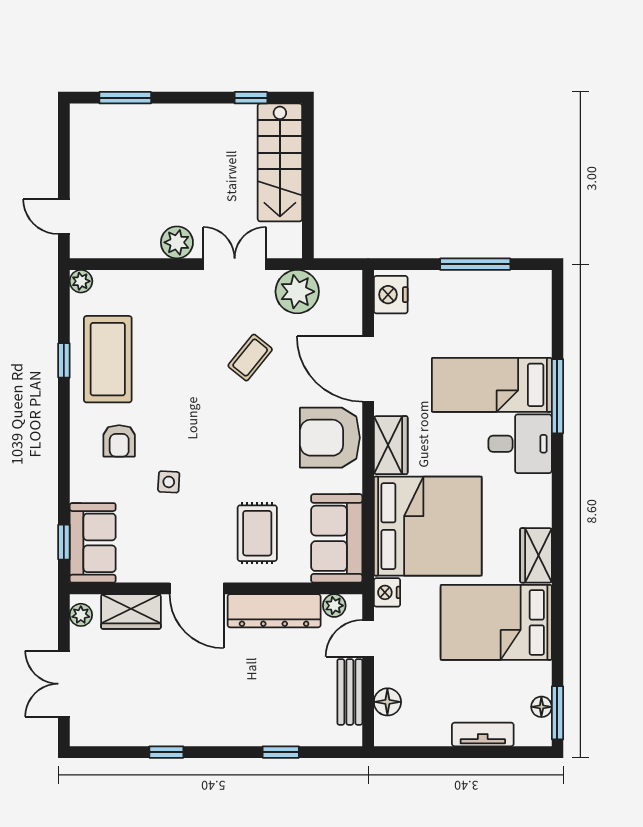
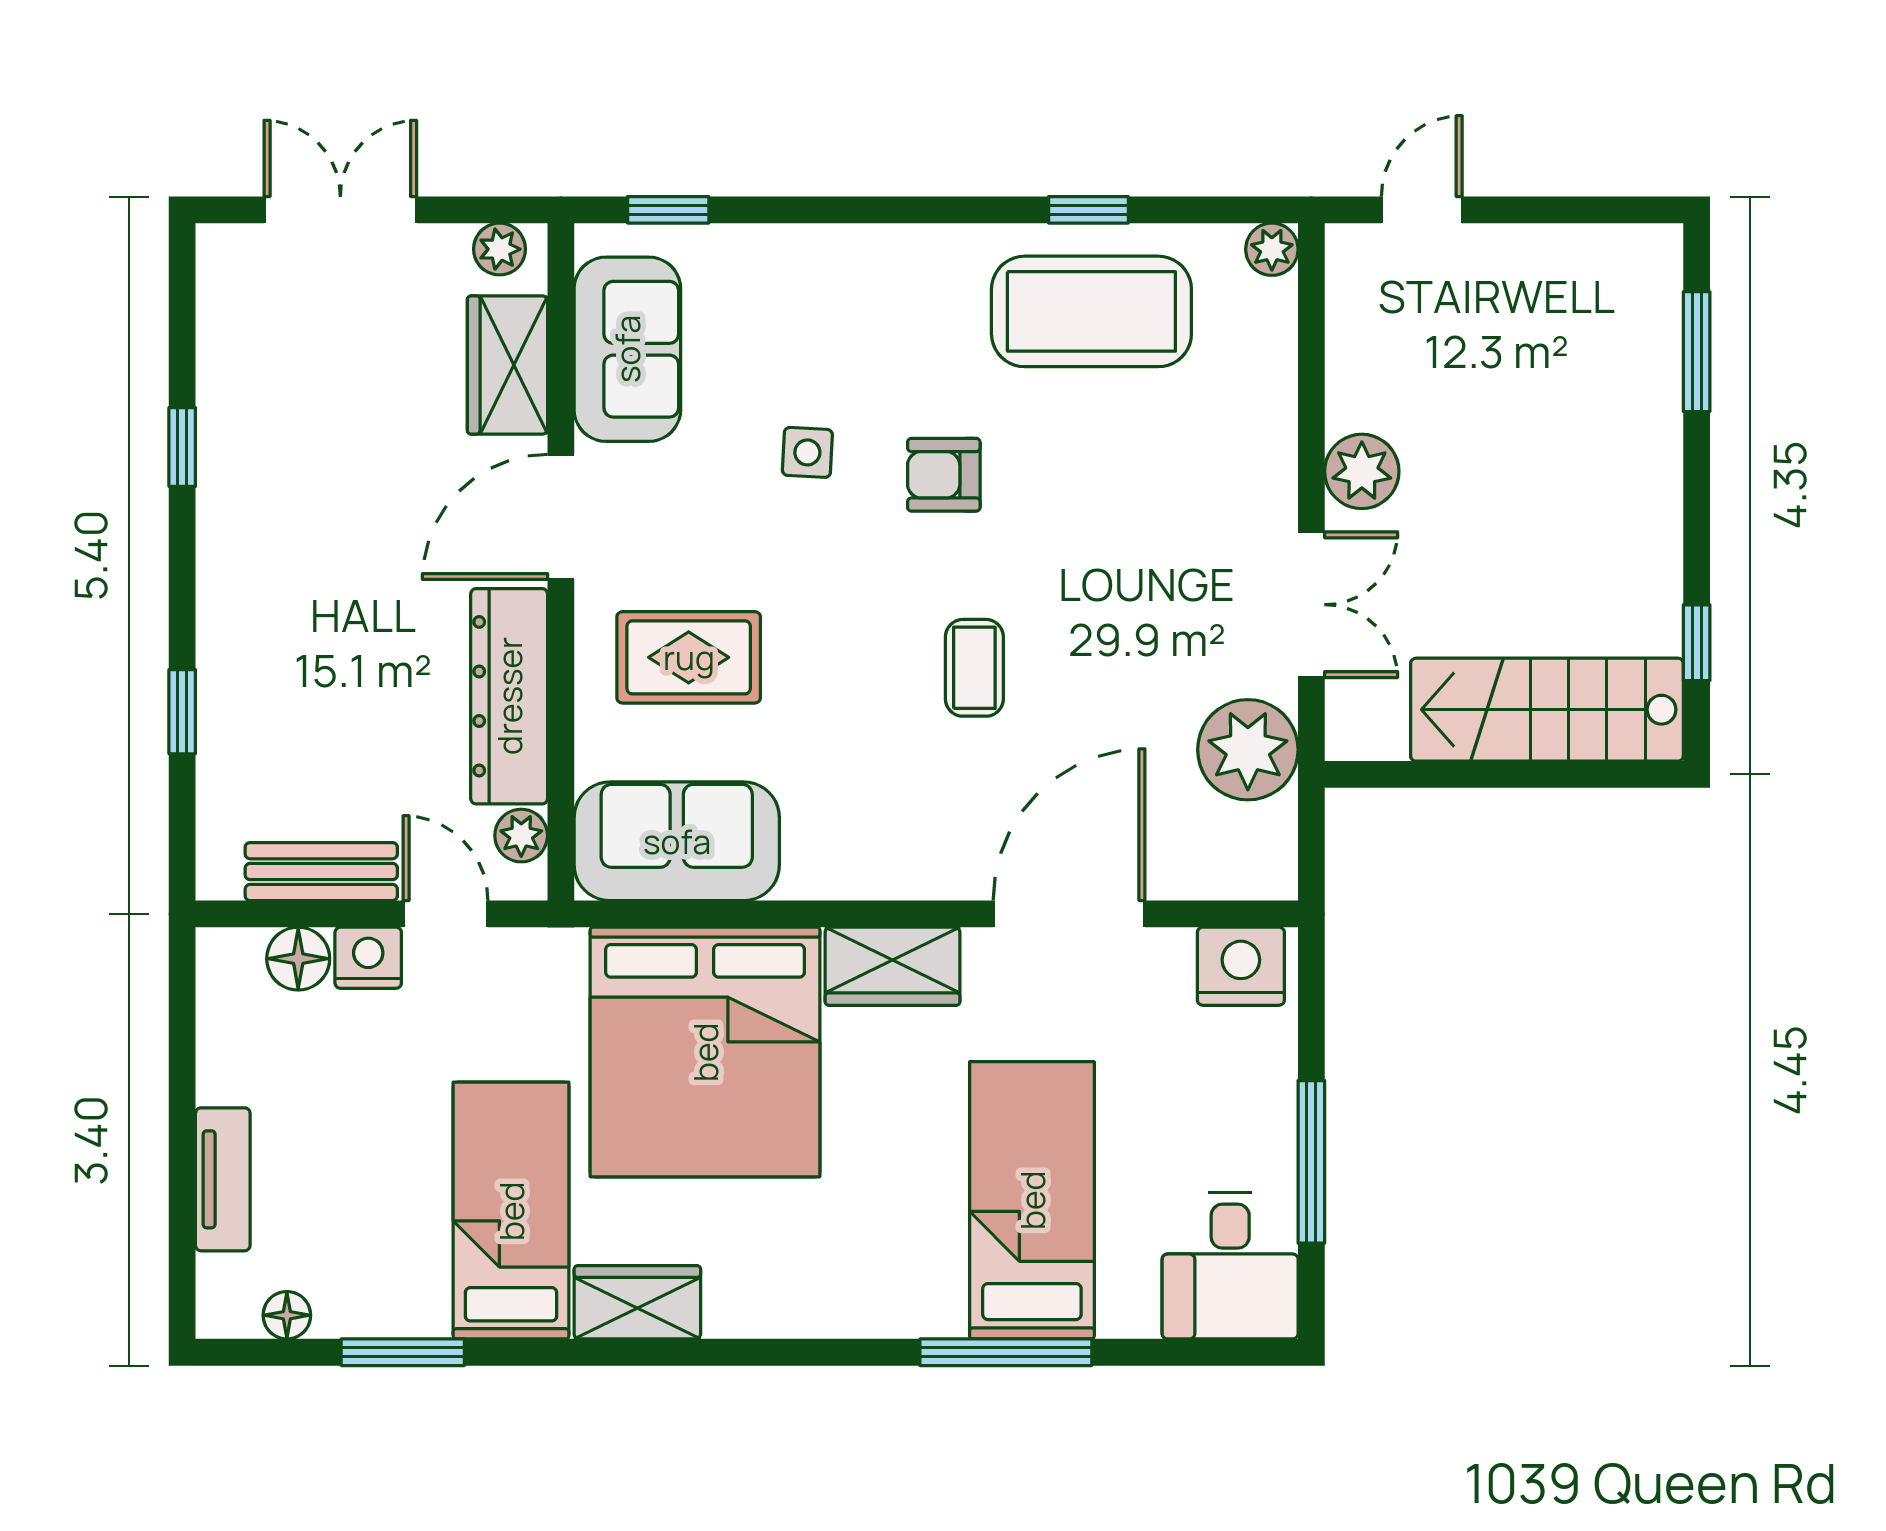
coffee table: (250, 358) -> (974, 668), moved, turned 51
armchair: (330, 438) -> (910, 826), removed
armchair: (119, 441) -> (944, 475), moved
desk: (520, 444) -> (1230, 1266), moved
sofa: (93, 543) -> (627, 349), moved, turned -90
nightstand: (387, 592) -> (368, 958), moved
bed: (496, 622) -> (511, 1211), width x0.67
window: (557, 713) -> (403, 1352), moved

